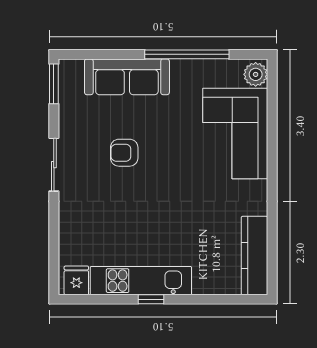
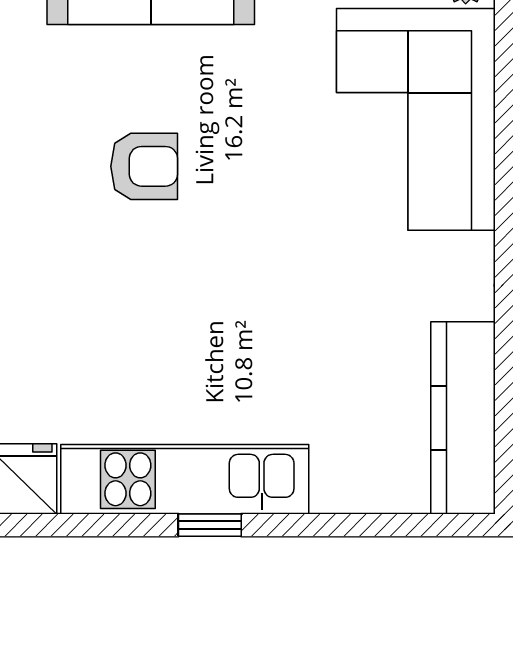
armchair: (124, 153) -> (144, 166), turned 180

